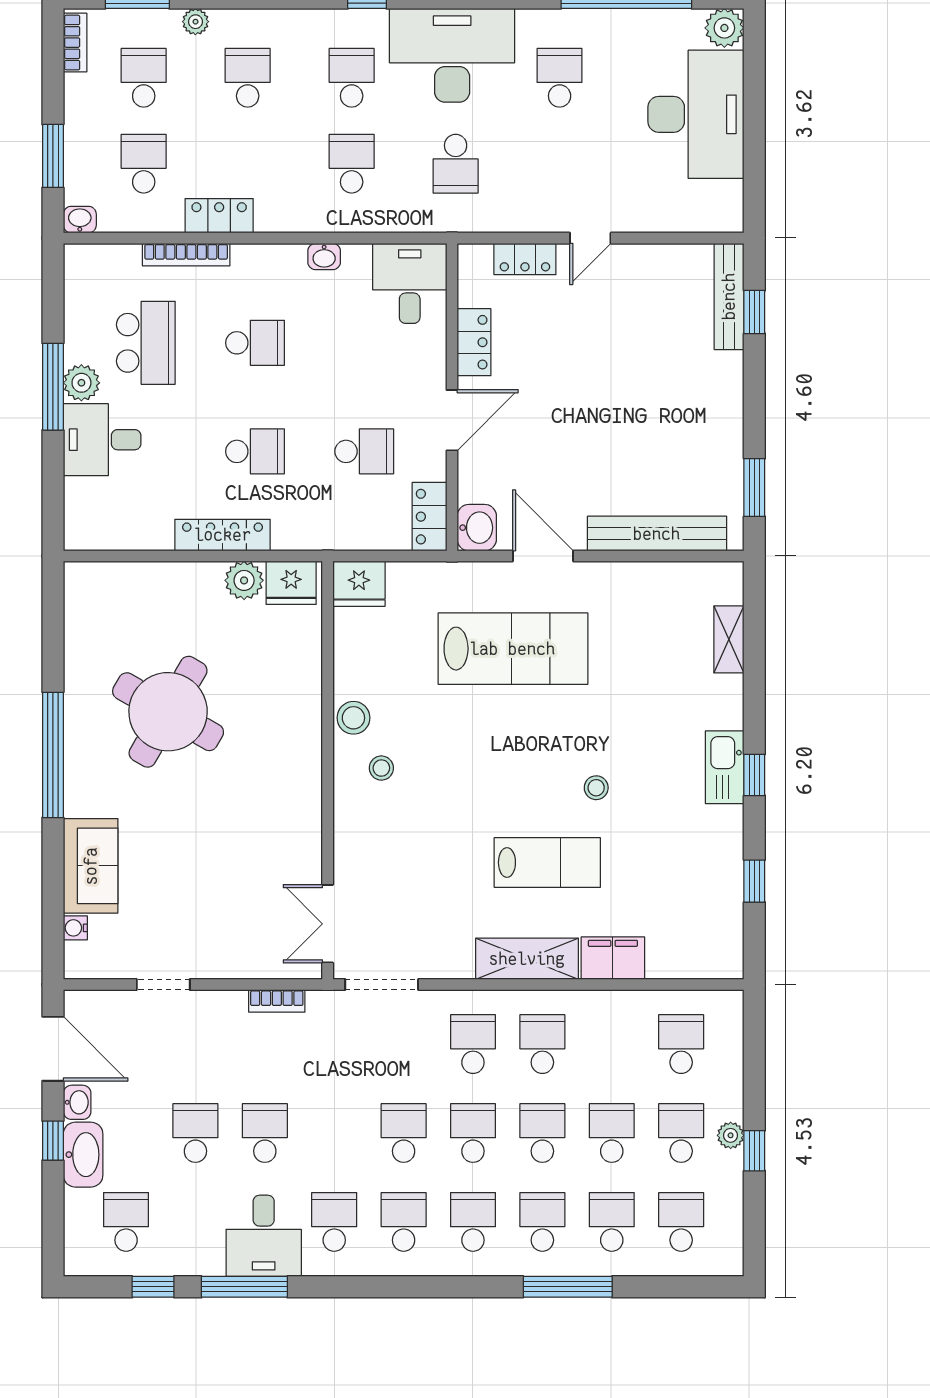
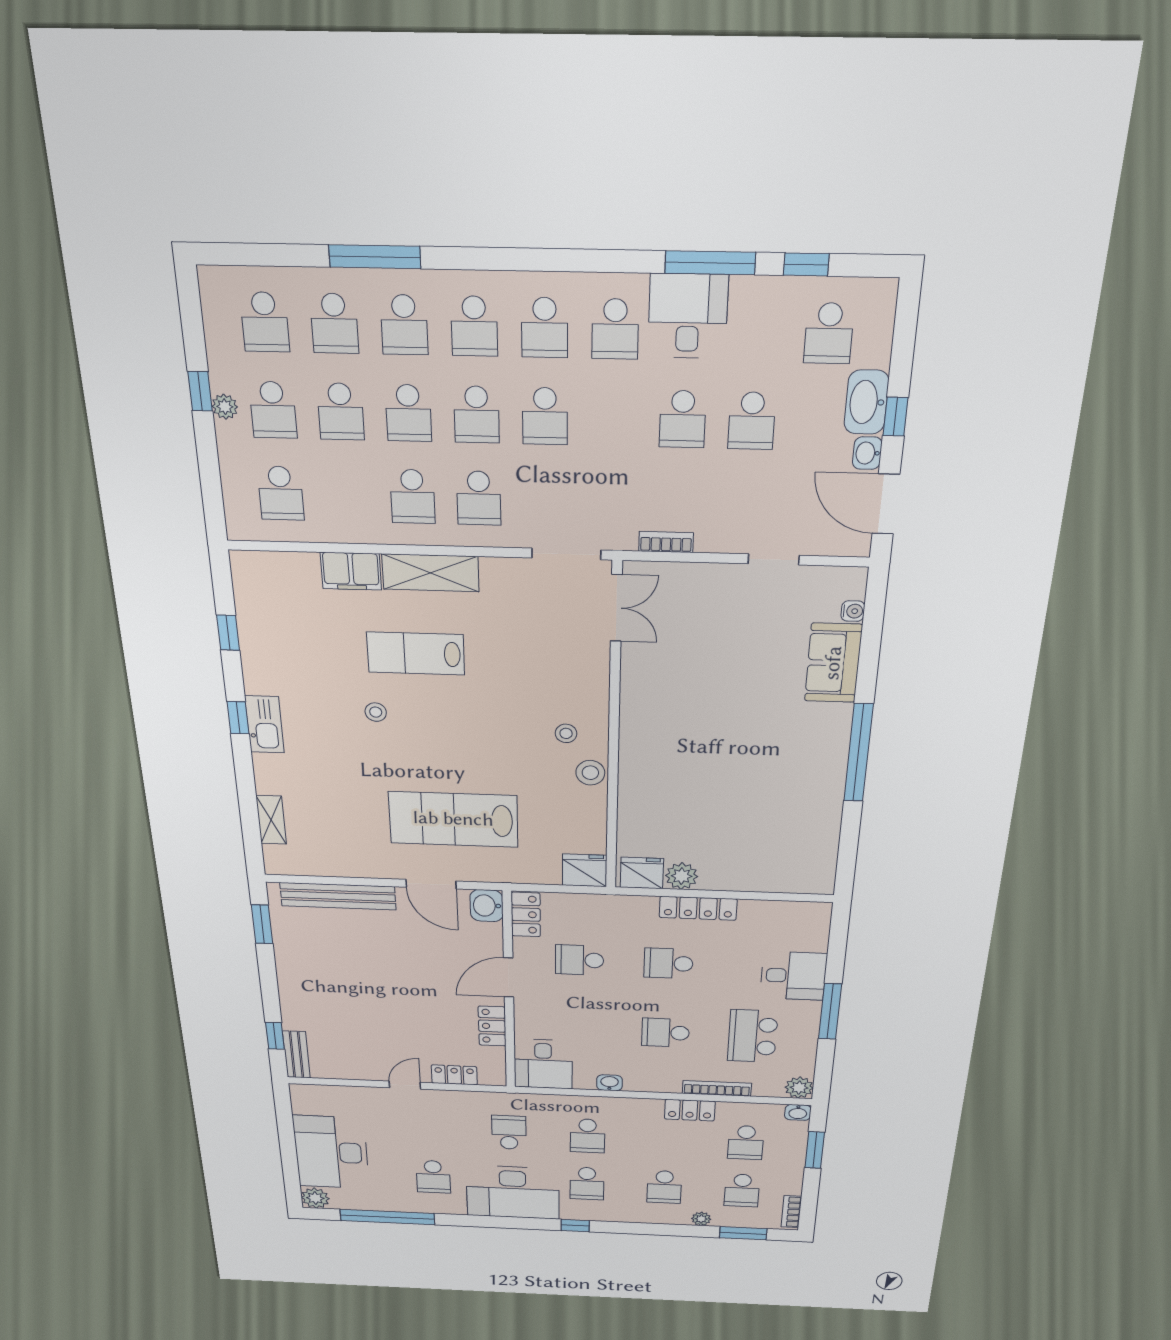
bench: (729, 296) -> (296, 1055), width x0.73
plant: (81, 383) -> (799, 1088), moved
round table: (168, 712) -> (753, 783), removed

